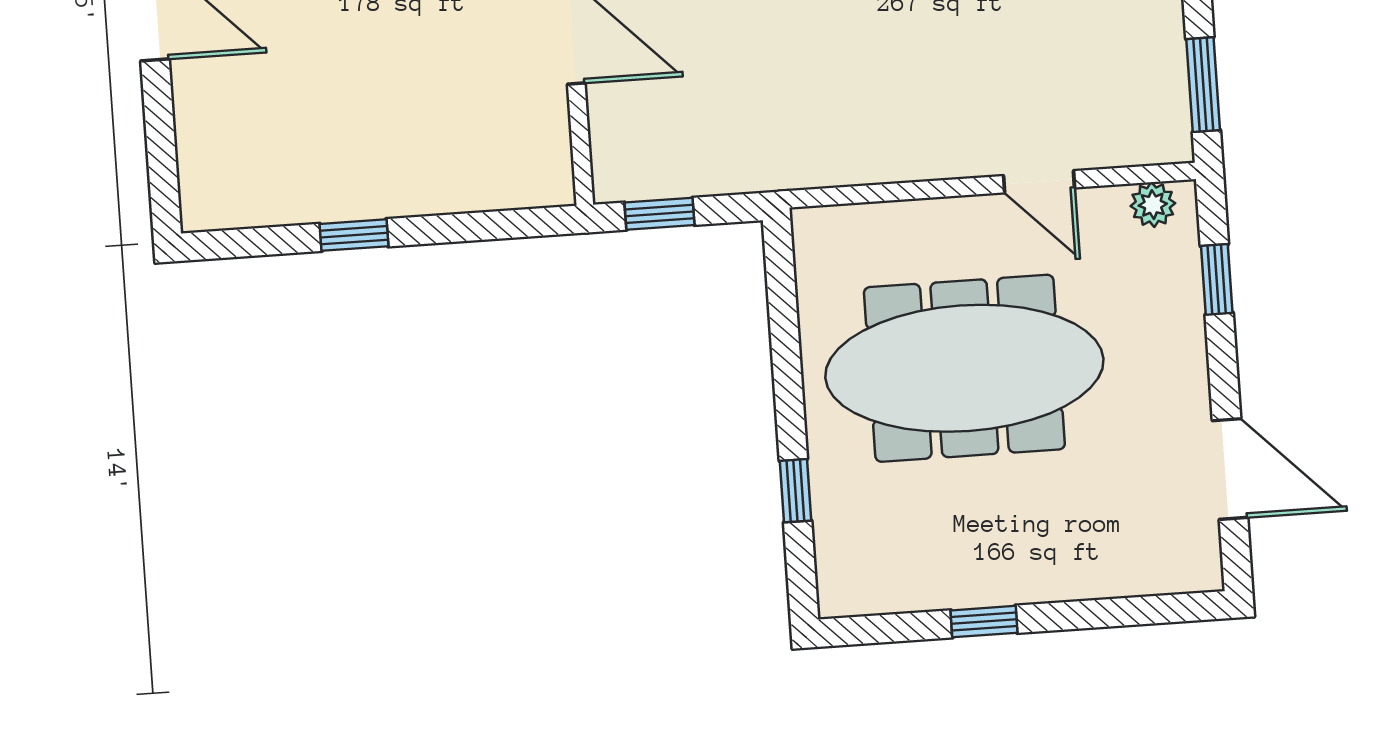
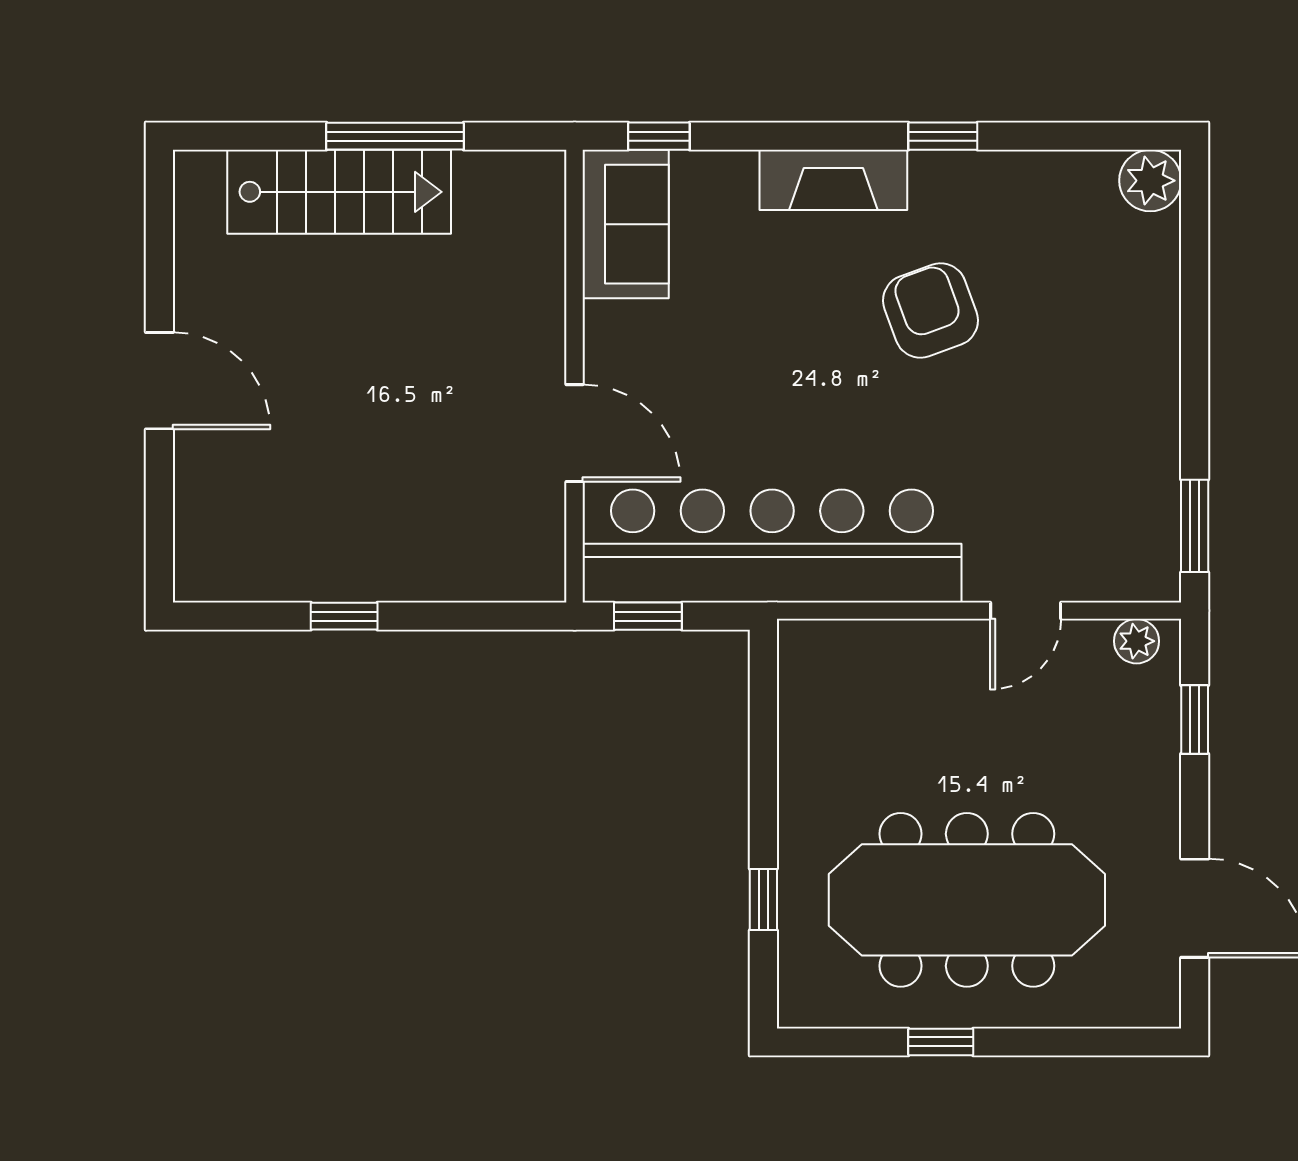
bar counter: (779, 134) -> (772, 546), added
door: (1039, 182) -> (1026, 611), hinge flipped
meeting table: (964, 368) -> (967, 900), moved

